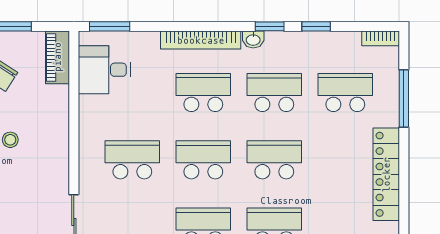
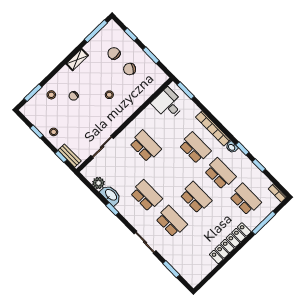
piano: (57, 57) -> (156, 83), removed
school desk: (203, 160) -> (171, 172), removed

